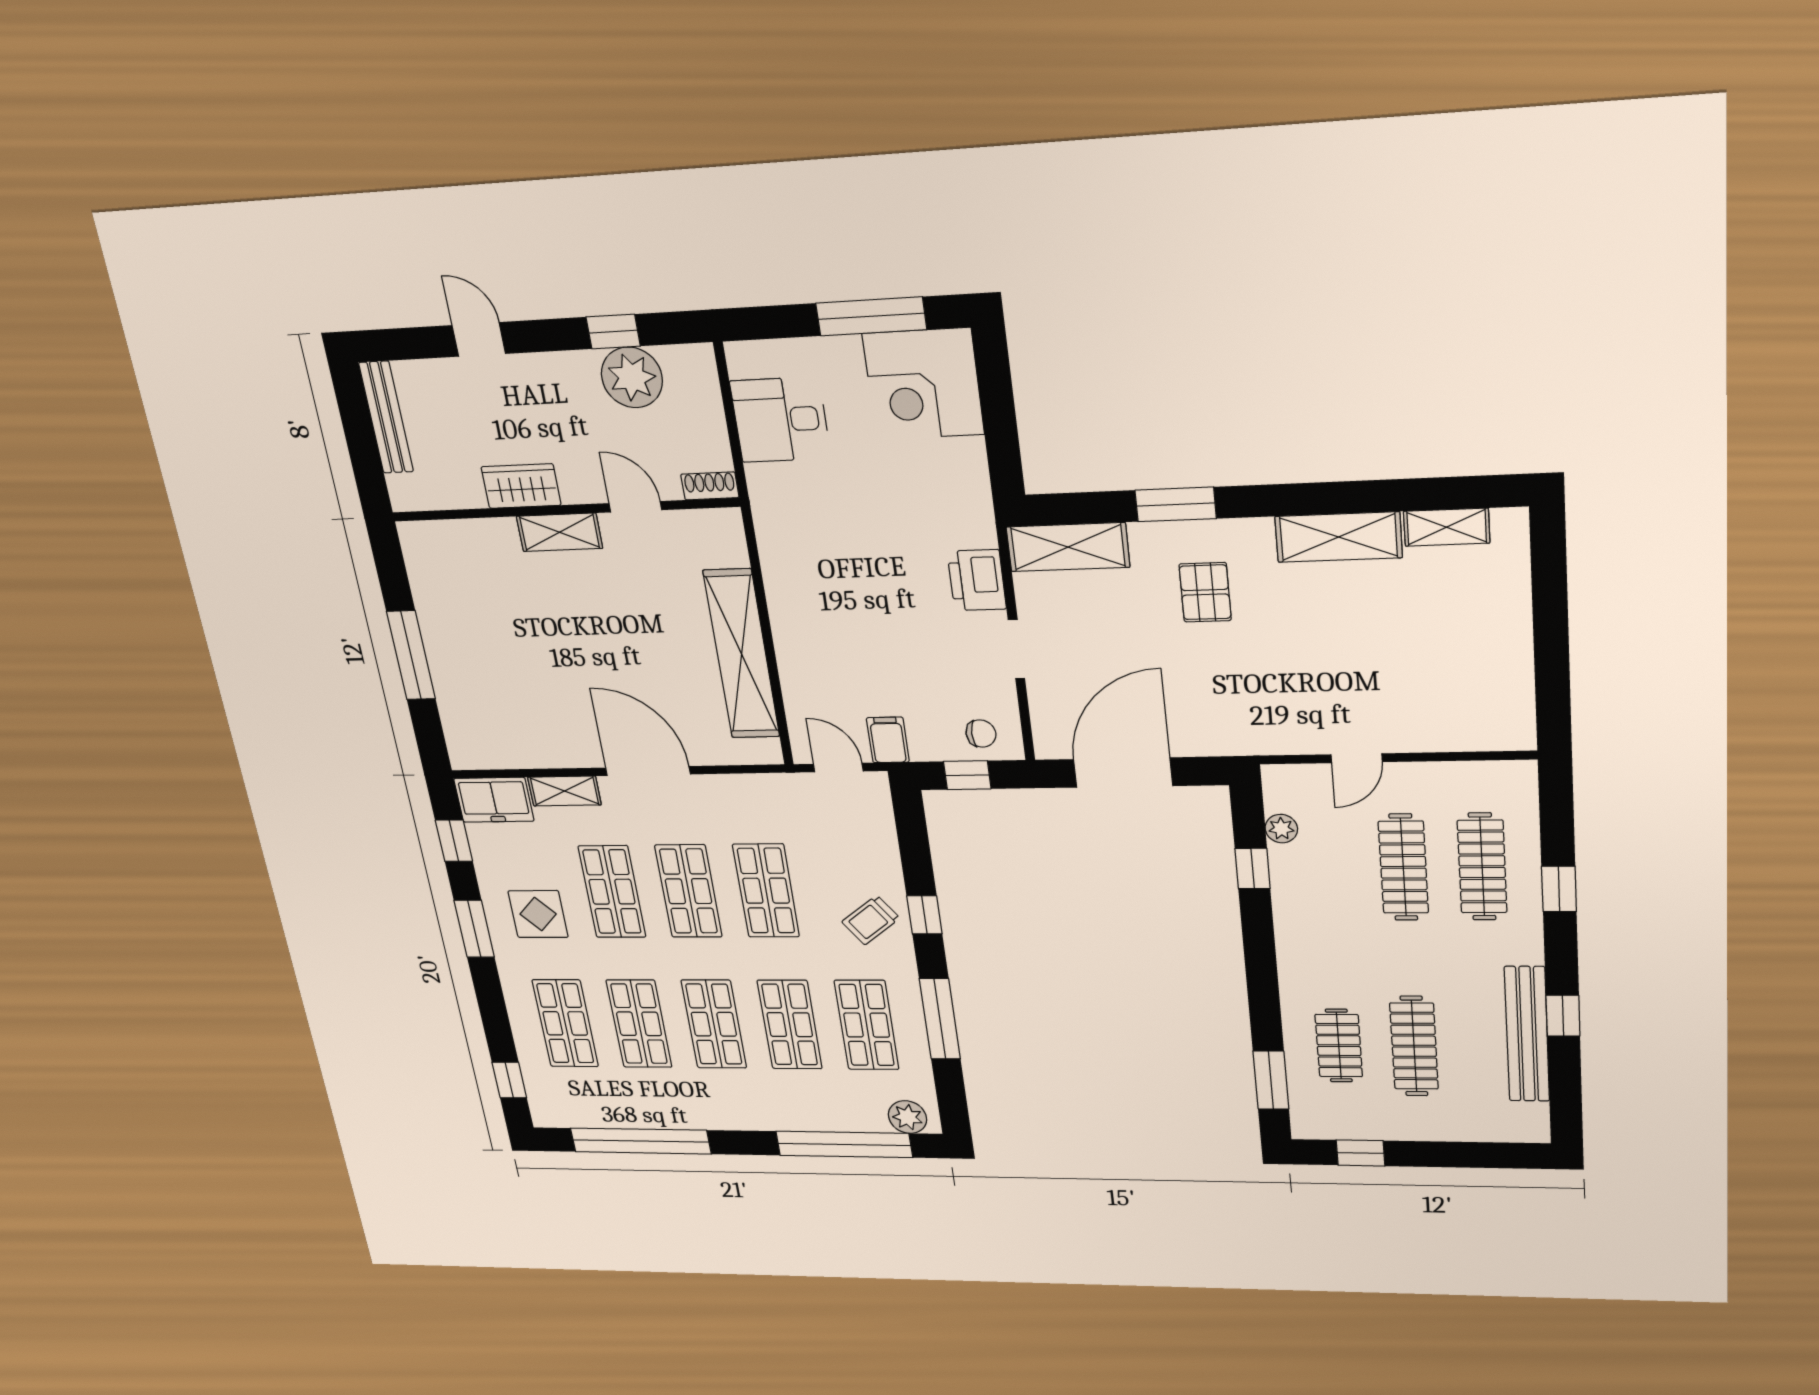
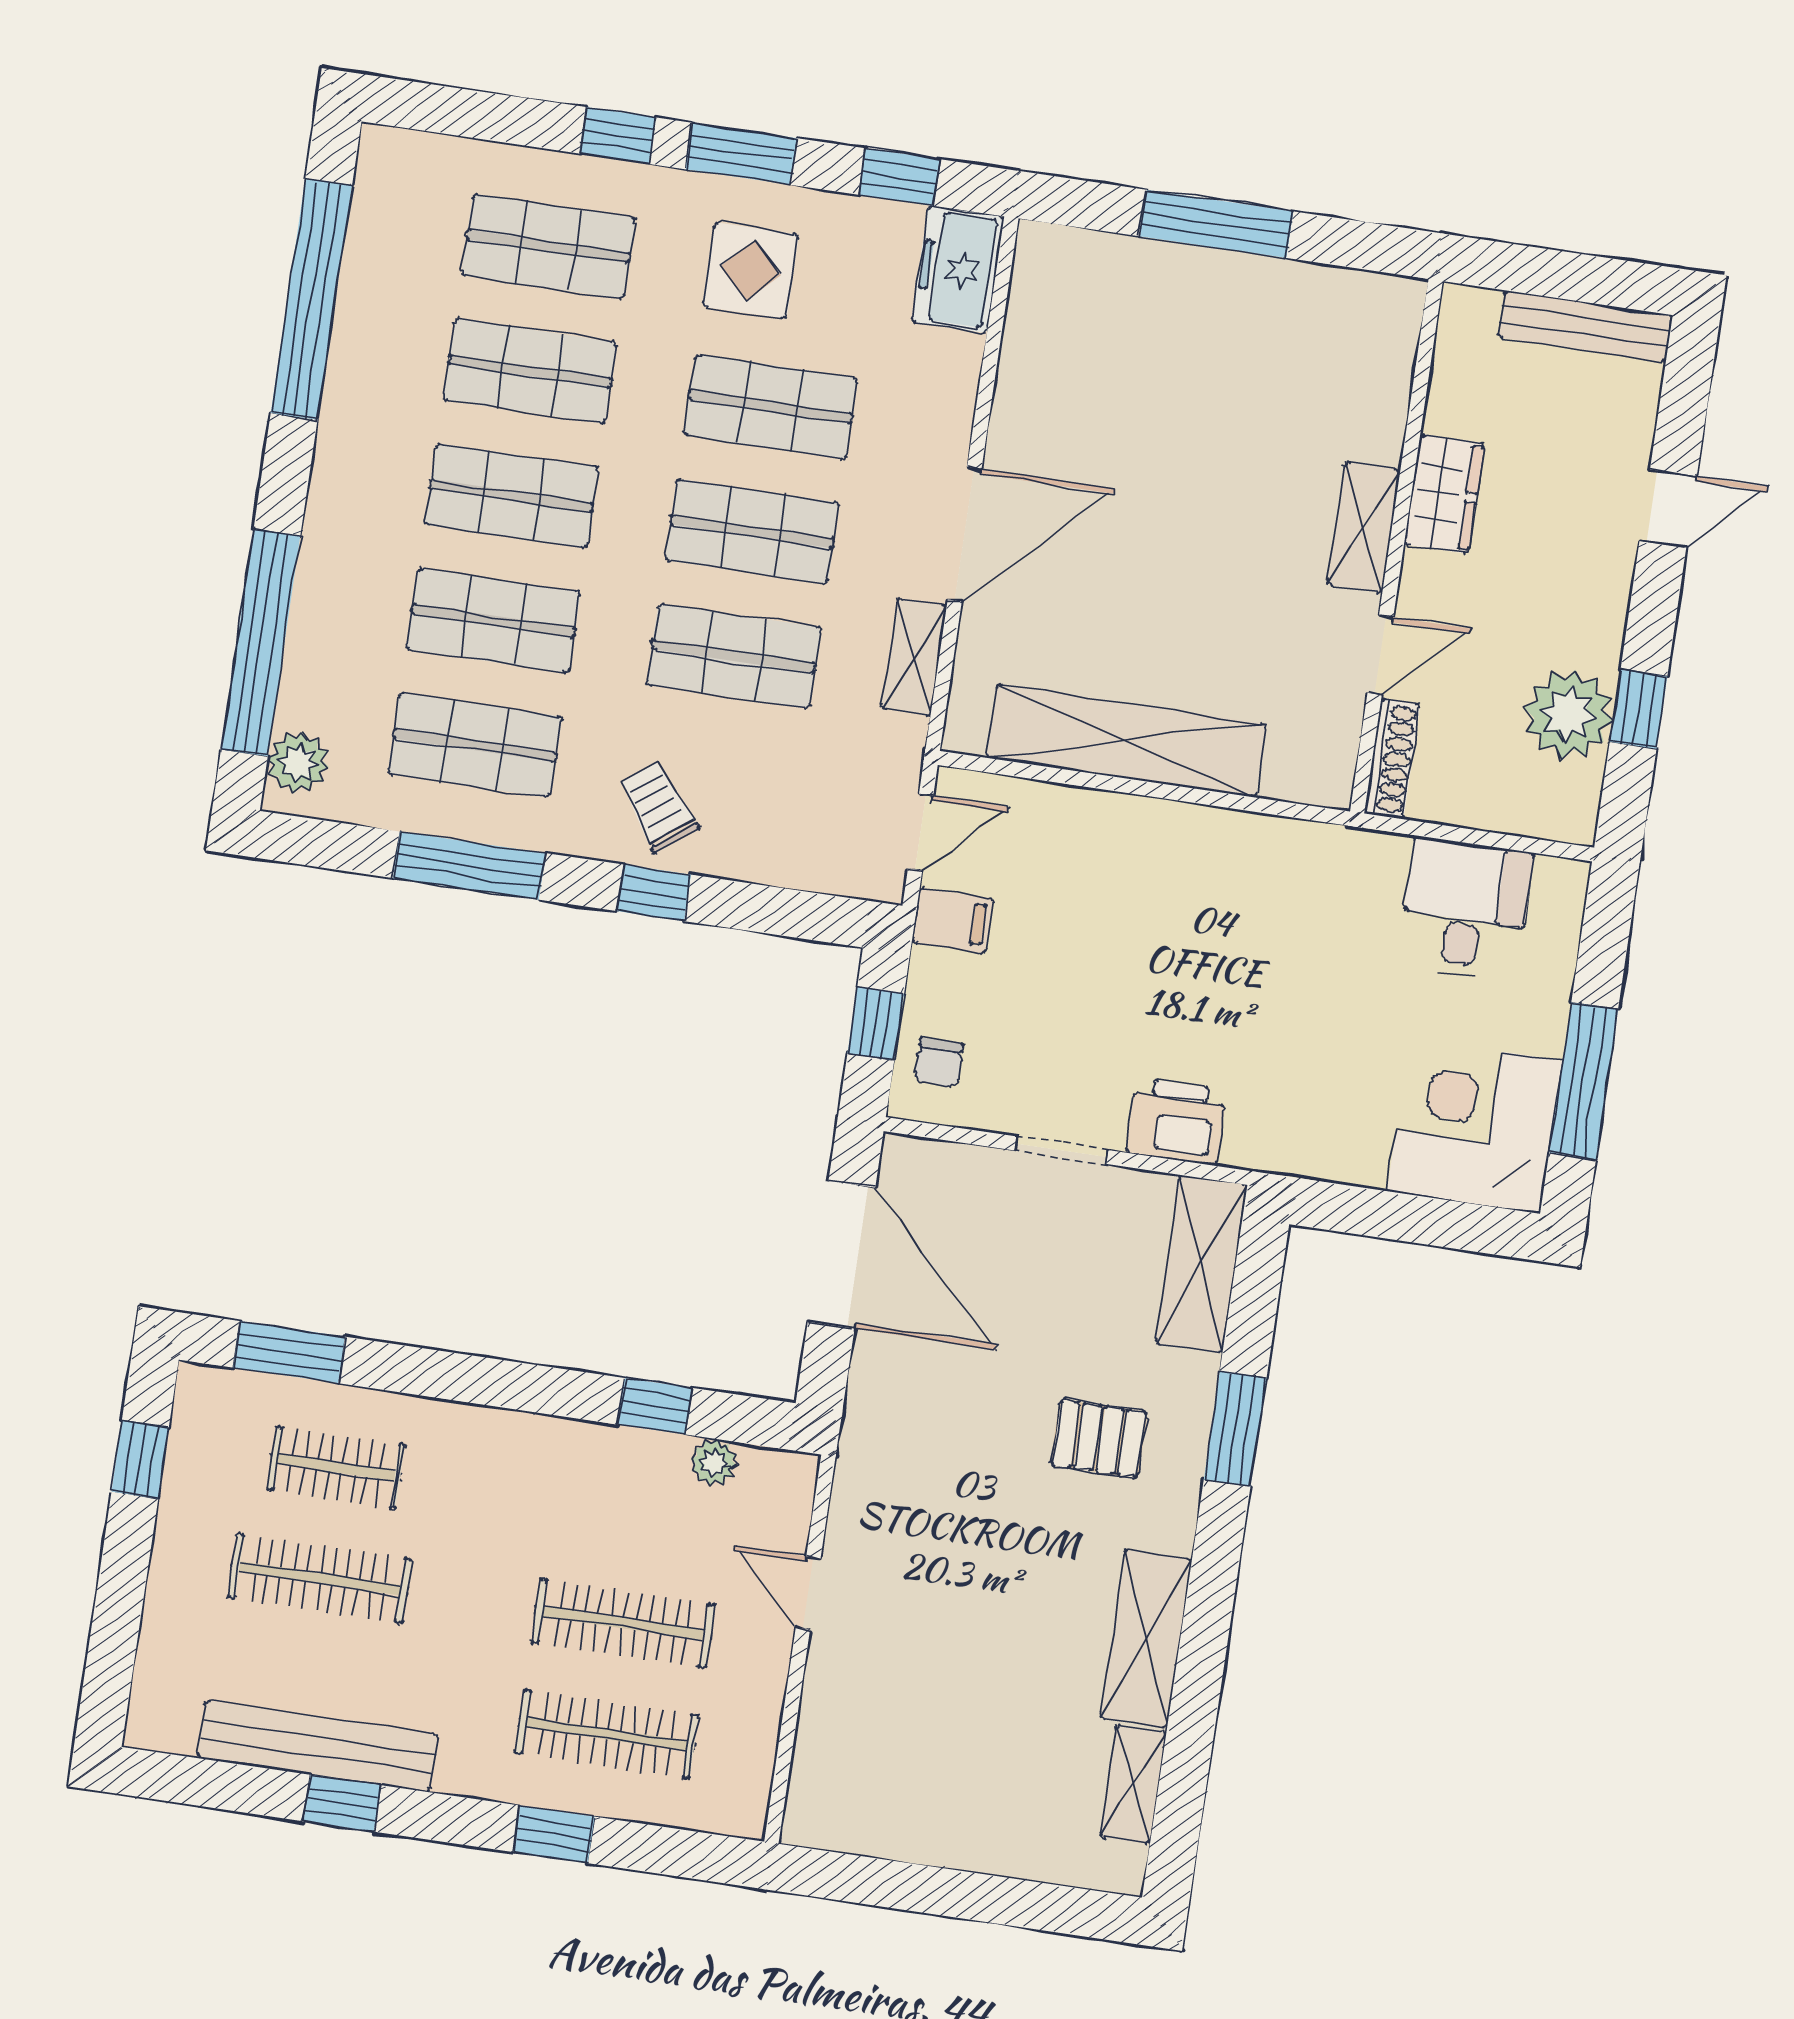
shoe rack: (710, 486) -> (1392, 759), width x1.43
shelving: (564, 791) -> (914, 657), moved
window: (509, 1080) -> (618, 135), moved

